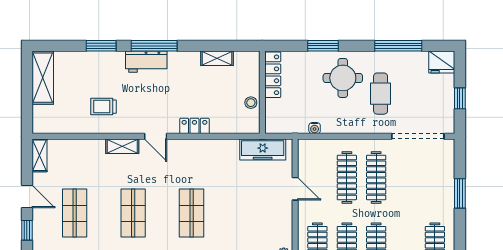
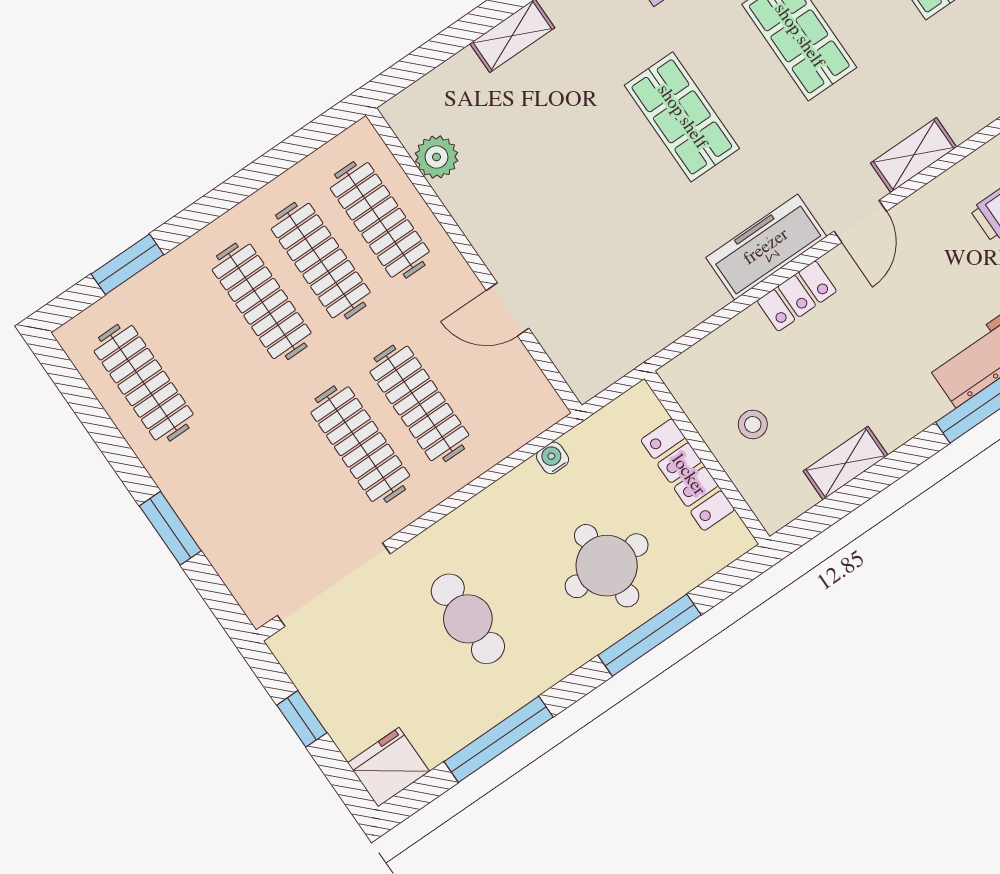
window: (323, 46) -> (650, 635), width x1.44
locker: (273, 75) -> (688, 475), moved
round table: (343, 78) -> (607, 566), moved
stool: (251, 103) -> (753, 424), moved
door: (156, 136) -> (860, 221), swing flipped
freezer: (263, 150) -> (766, 247), moved

